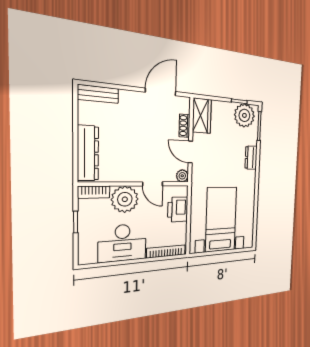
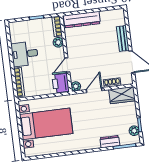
bench: (98, 94) -> (123, 38), moved
plant: (244, 115) -> (134, 131), width x0.53, depth x0.53
dresser: (251, 158) -> (110, 142), moved
plant: (125, 199) -> (58, 42), width x0.53, depth x0.53
printer: (178, 209) -> (61, 83), moved, turned -90
desk: (122, 243) -> (25, 54), width x0.73

